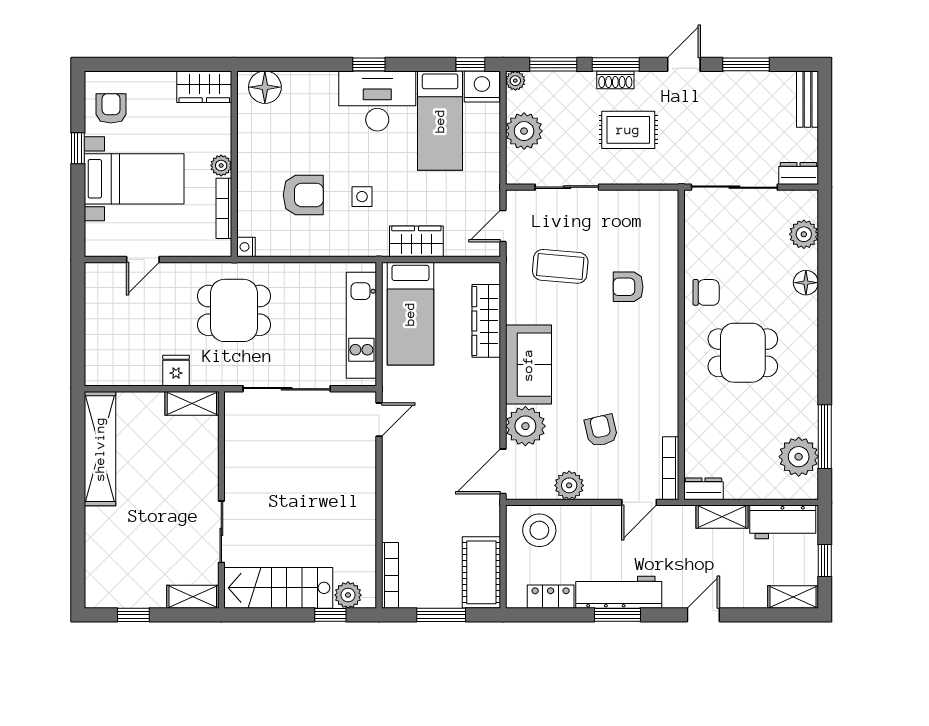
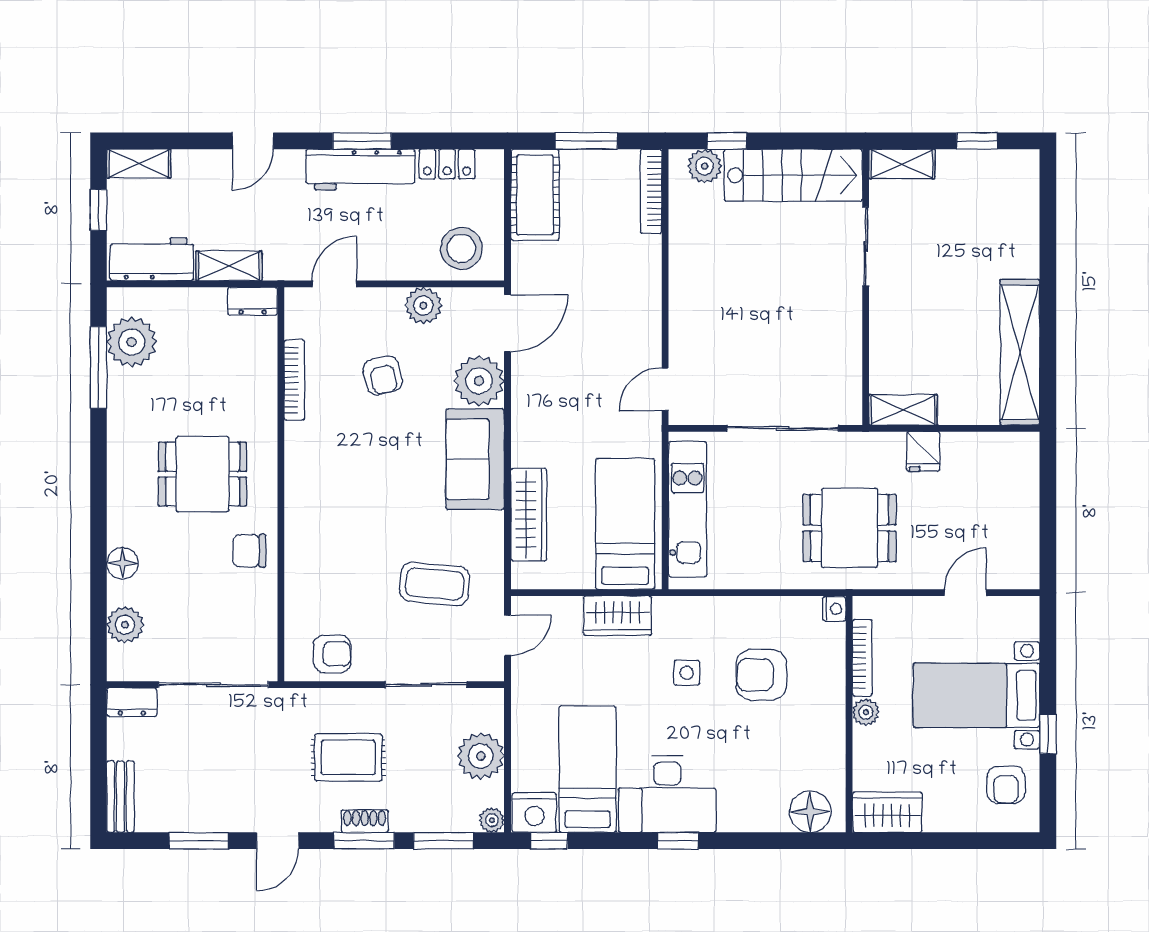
armchair: (628, 287) -> (332, 654), moved
bookcase: (671, 468) -> (294, 380), moved

